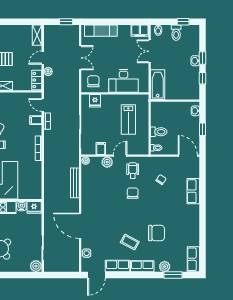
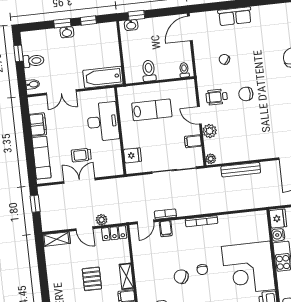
filing cabinet: (140, 31) -> (38, 125), moved
trolley: (100, 61) -> (81, 155), added
chair: (93, 81) -> (108, 160), removed
window: (203, 129) -> (136, 15), moved
toilet: (159, 132) -> (149, 71), moved

